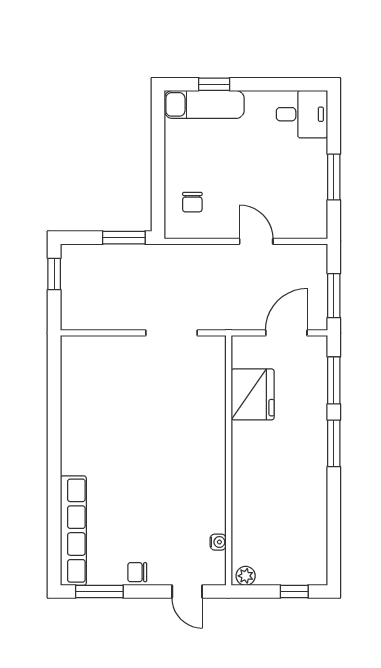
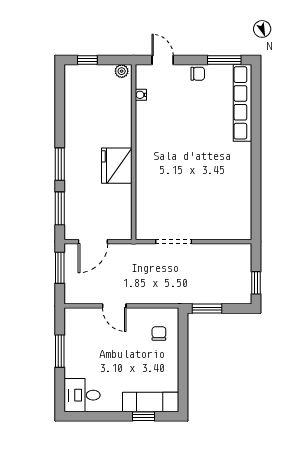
fridge: (253, 394) -> (117, 166), moved

